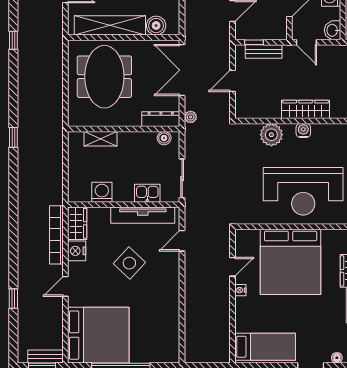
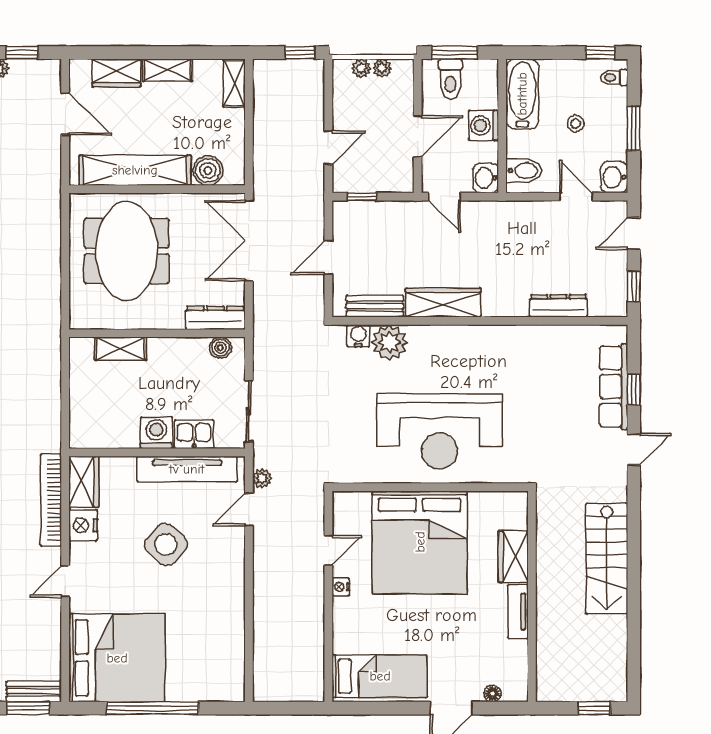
bench: (264, 51) -> (375, 306), moved
plant: (191, 117) -> (262, 478), moved
water cooler: (303, 130) -> (358, 336), moved
washing machine: (102, 192) -> (156, 433), moved

